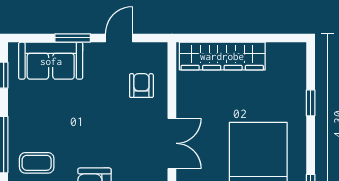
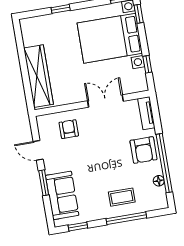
armchair: (141, 86) -> (69, 129), turned 90
coffee table: (37, 163) -> (122, 197), moved, turned 90

